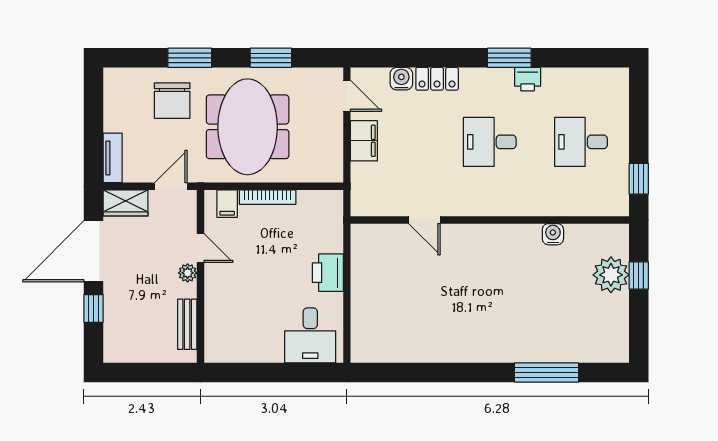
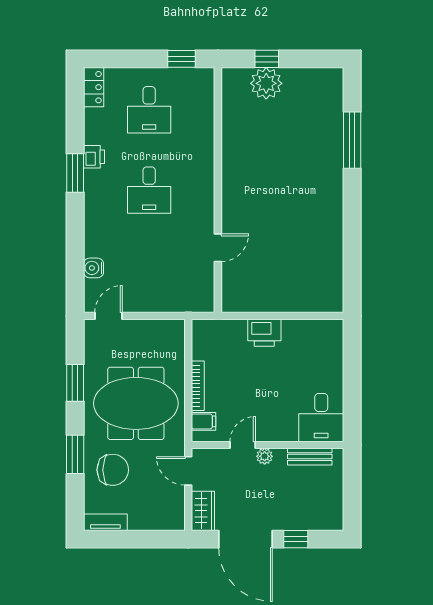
locker: (437, 79) -> (94, 87), moved
filing cabinet: (364, 141) -> (148, 301), removed
tv unit: (113, 158) -> (105, 522), moved
water cooler: (553, 234) -> (230, 134), removed
desk: (310, 335) -> (321, 418), moved, turned 90

